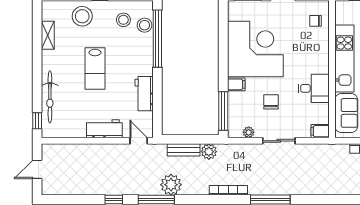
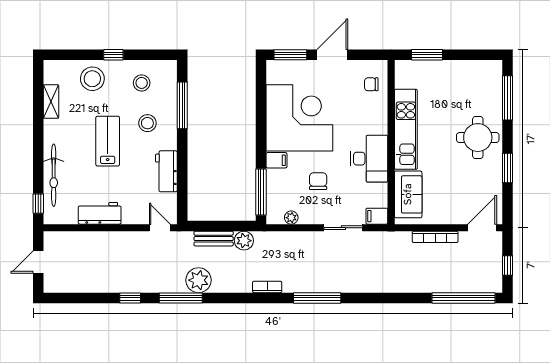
stool: (145, 25) -> (147, 123), moved
window: (157, 39) -> (182, 105), width x0.68
lab bench: (95, 68) -> (108, 141), turned 180
desk: (314, 88) -> (369, 159), width x1.37
workbench: (104, 129) -> (100, 213), moved
sliding door: (279, 141) -> (343, 228), moved
bookcase: (228, 190) -> (267, 287), width x0.64

